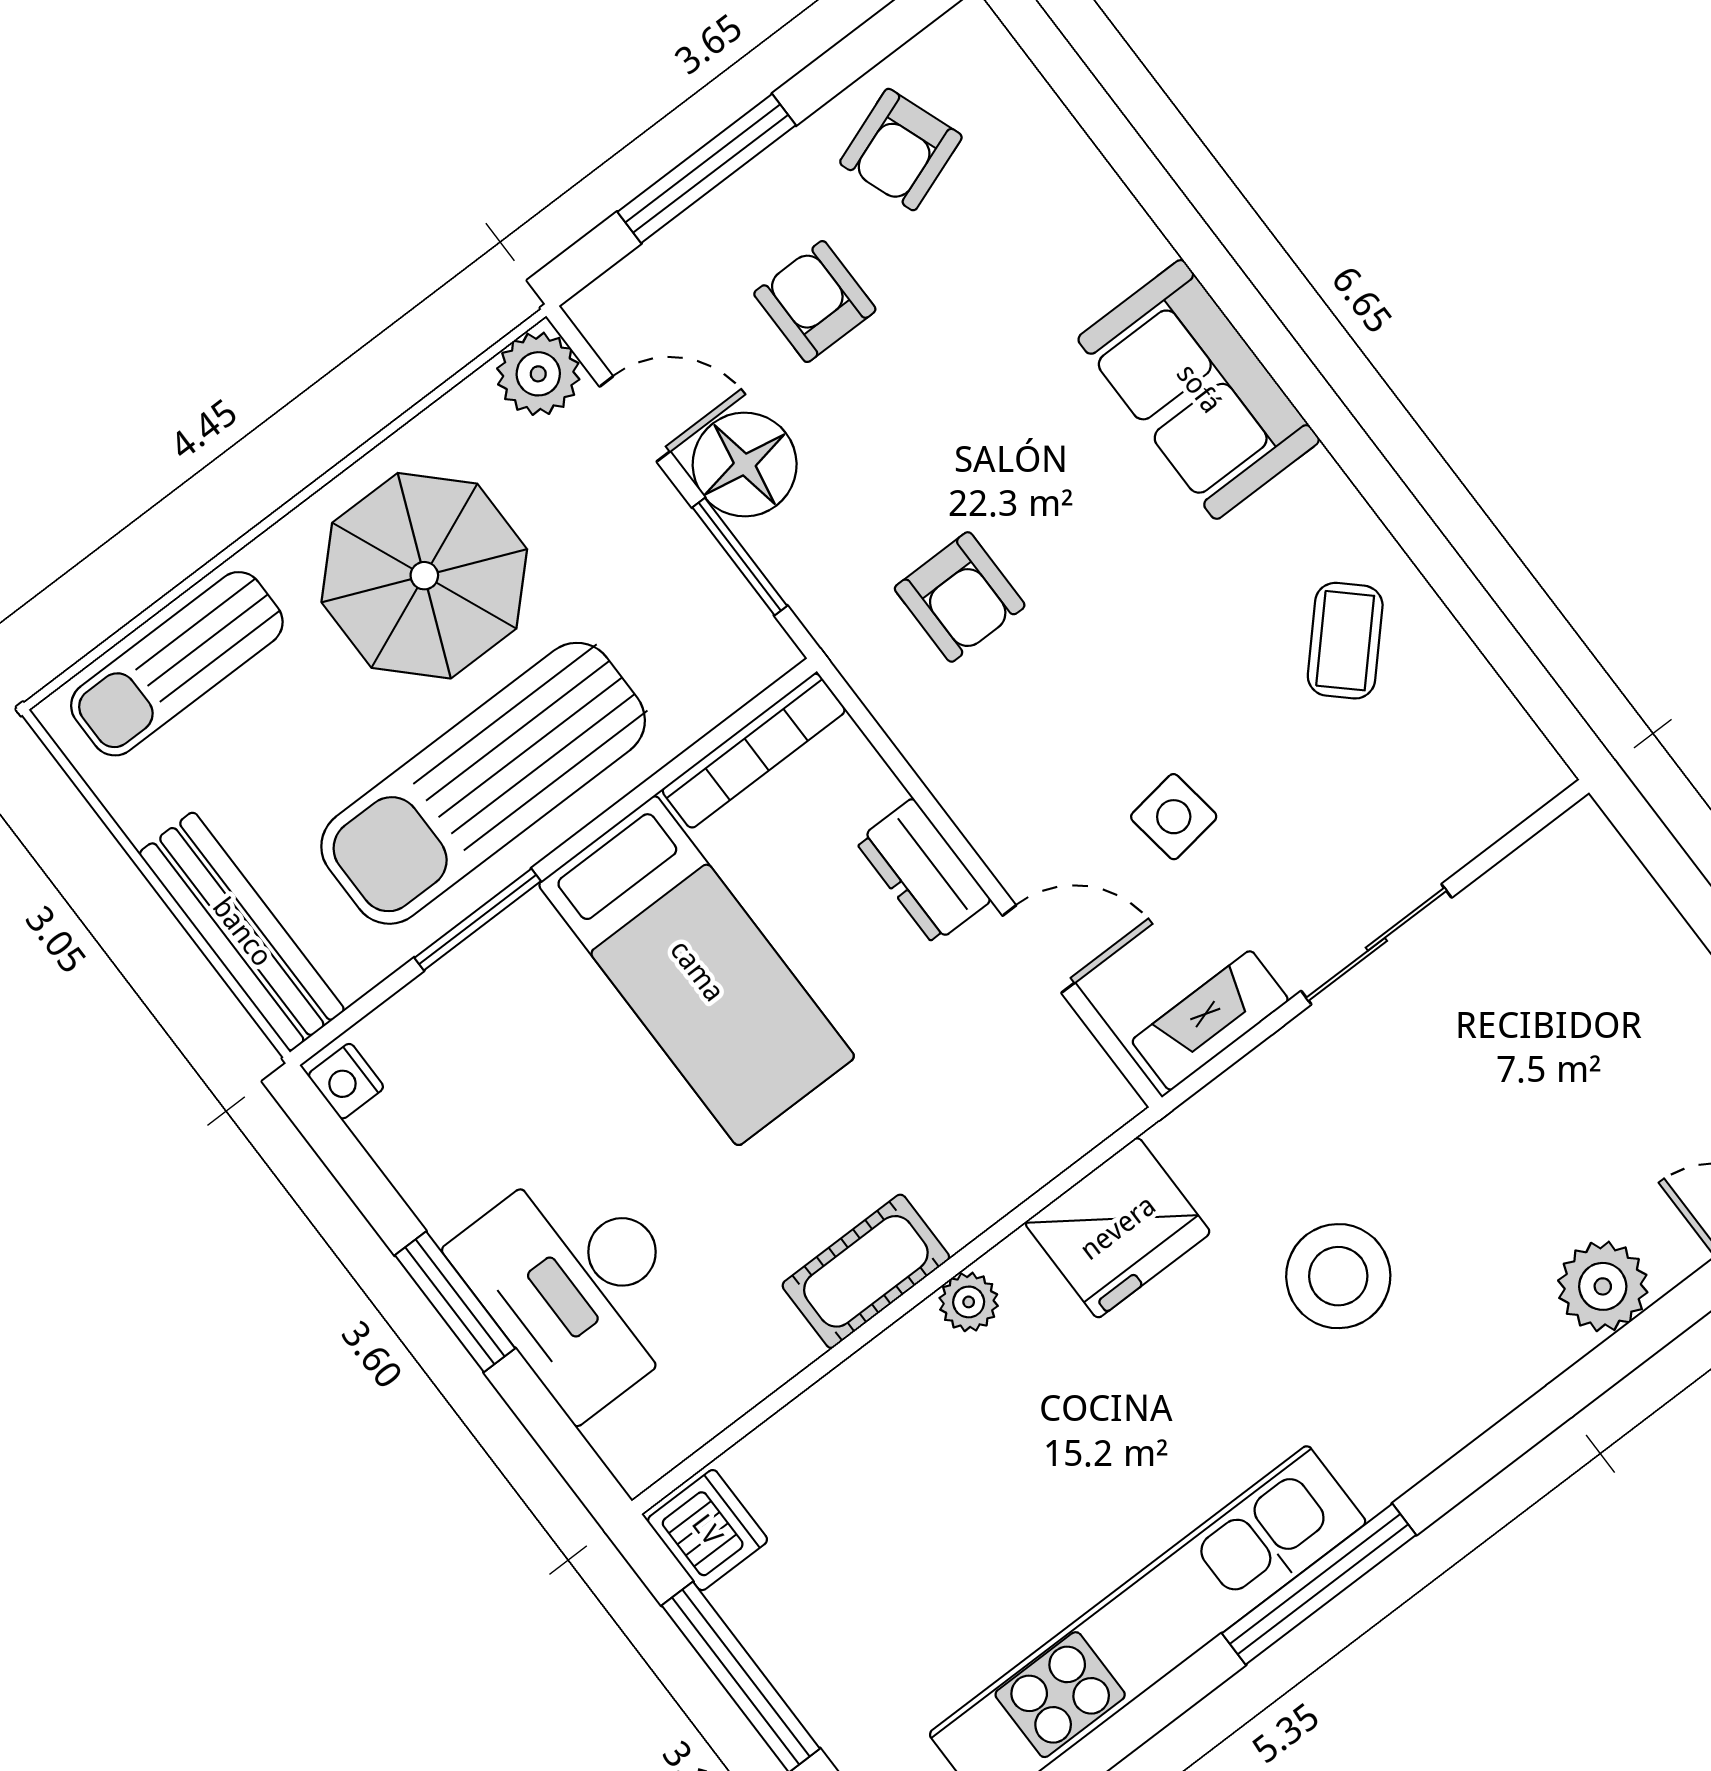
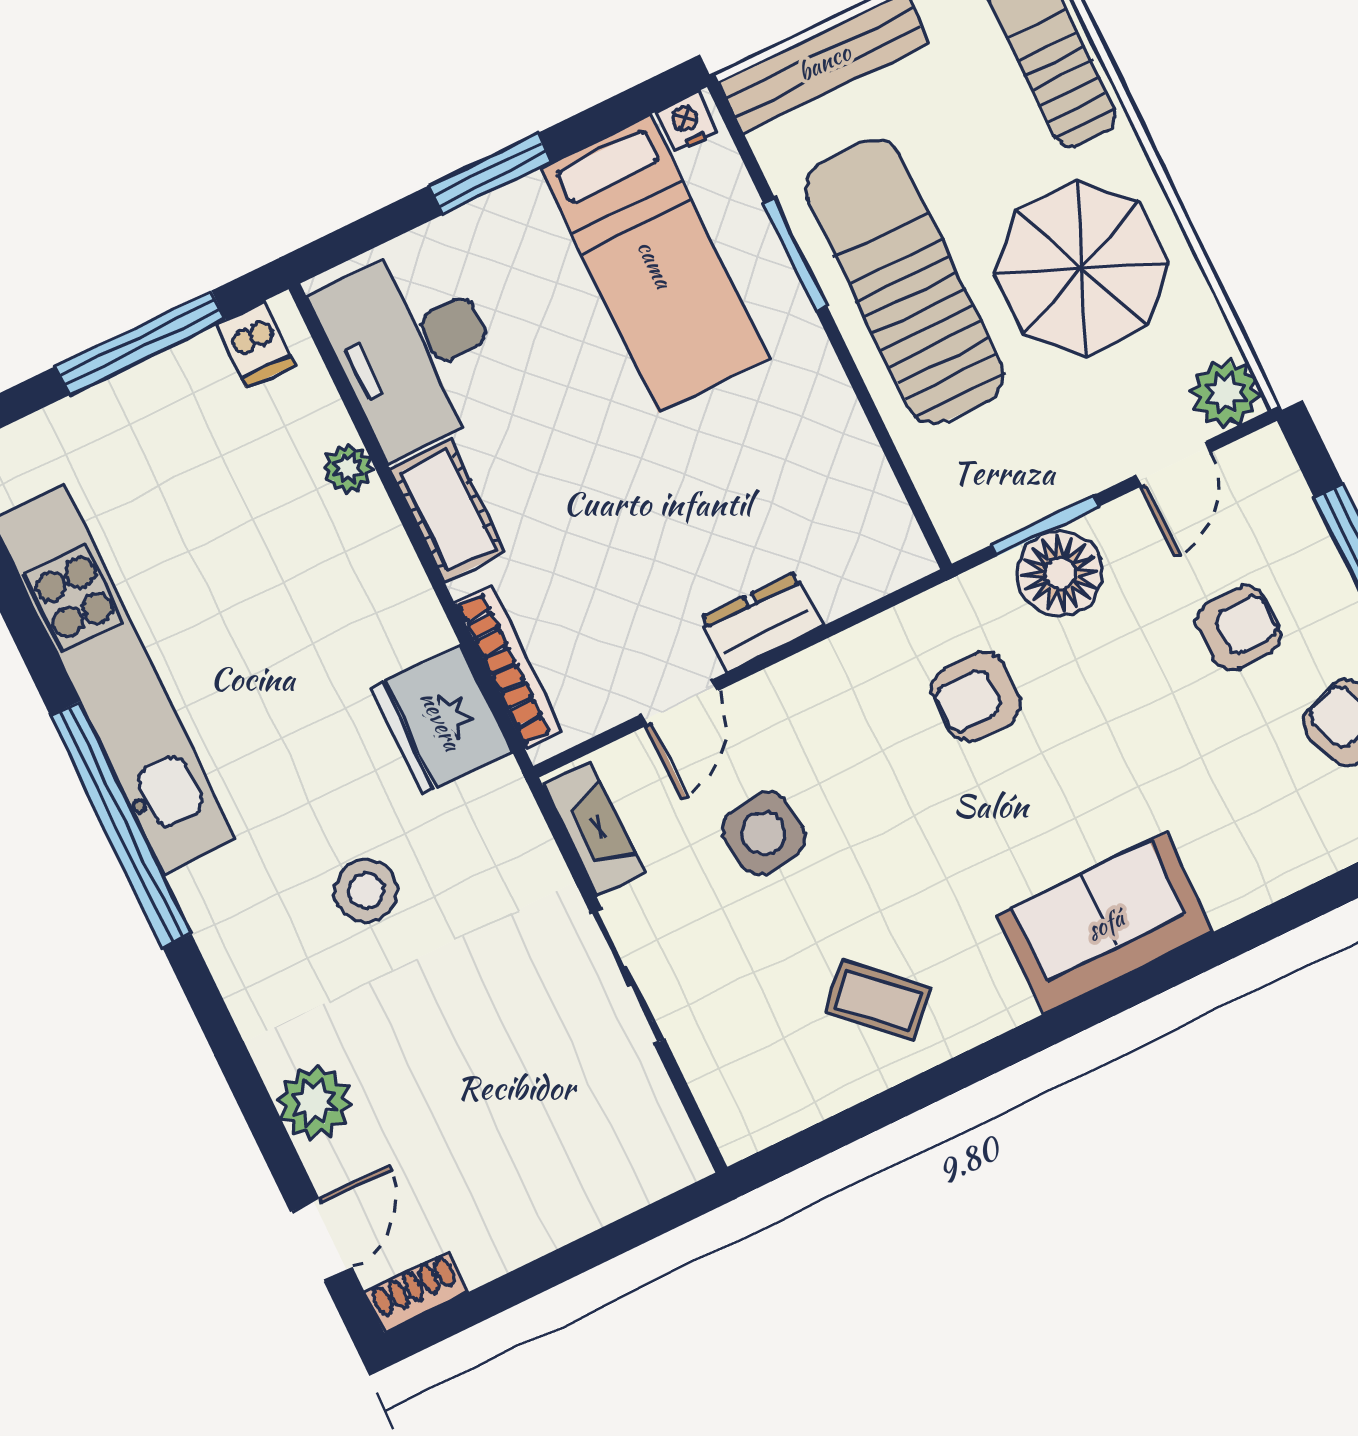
floor lamp: (745, 464) -> (1060, 573), moved
bookcase: (754, 751) -> (508, 667), moved, turned 180
side table: (1174, 817) -> (764, 833), width x1.37, depth x1.37
bed: (697, 971) -> (655, 264), moved, turned -90
stool: (1338, 1276) -> (366, 891), width x0.73, depth x0.73
desk: (578, 1285) -> (413, 349), moved, turned -90
plant: (969, 1302) -> (348, 468), moved
dishwasher: (707, 1530) -> (255, 344), width x0.73
window: (1319, 1584) -> (121, 825), width x1.46

